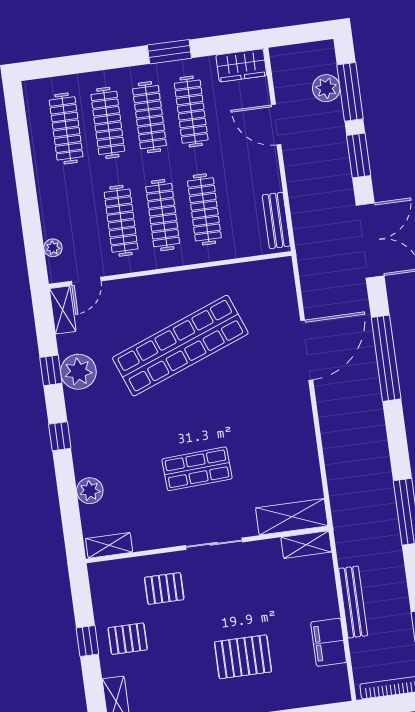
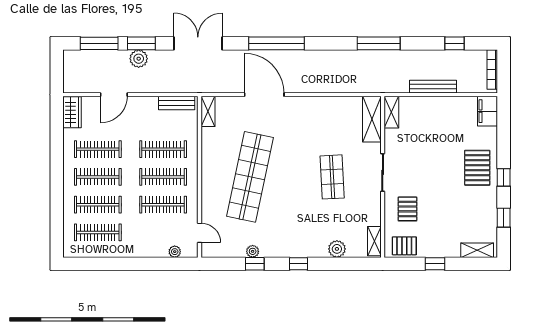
window: (169, 52) -> (57, 158), removed
plant: (326, 88) -> (139, 59), moved
shelving: (63, 310) -> (208, 111), moved, turned 90
shop shelf: (180, 346) -> (250, 177), turned 33
plant: (78, 372) -> (253, 251), width x0.53, depth x0.53
pallet: (128, 639) -> (404, 246), moved, turned 90
filing cabinet: (329, 642) -> (487, 111), moved, turned 90
pallet: (243, 657) -> (477, 168), moved

